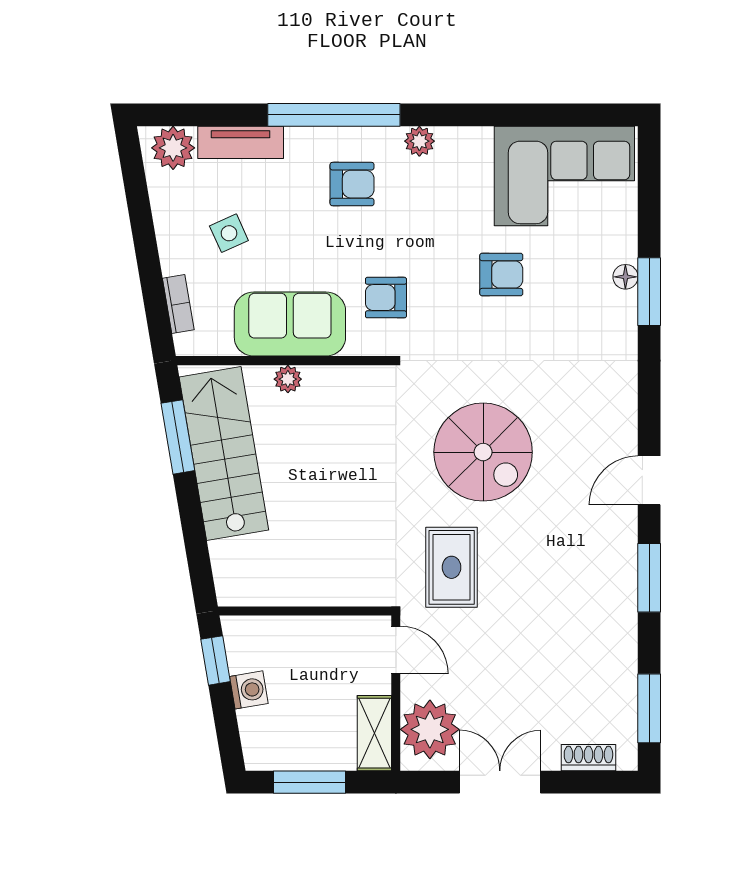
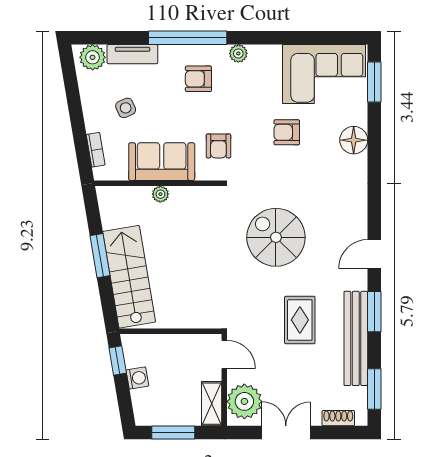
armchair: (352, 184) -> (198, 79), turned 180
armchair: (501, 275) -> (287, 132), turned 180
floor lamp: (625, 277) -> (354, 140), width x1.89, depth x1.89
window: (649, 292) -> (374, 82), moved
armchair: (386, 298) -> (218, 146), turned -90
window: (178, 437) -> (100, 256), moved
spiral stairs: (483, 452) -> (276, 237), turned 180
stairs: (224, 454) -> (129, 277), moved
rug: (452, 567) -> (300, 320), moved
bench: (618, 623) -> (356, 338), added

